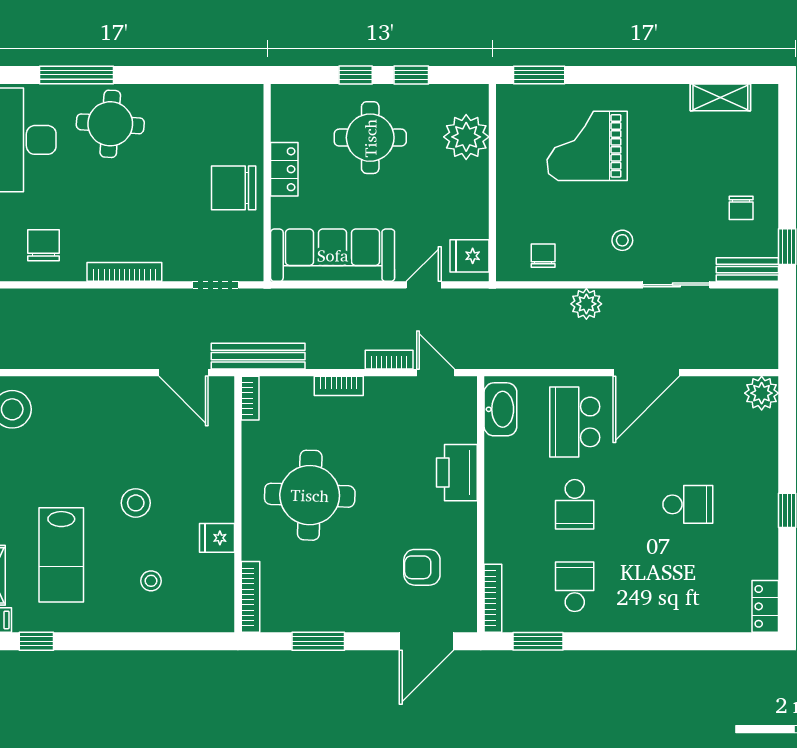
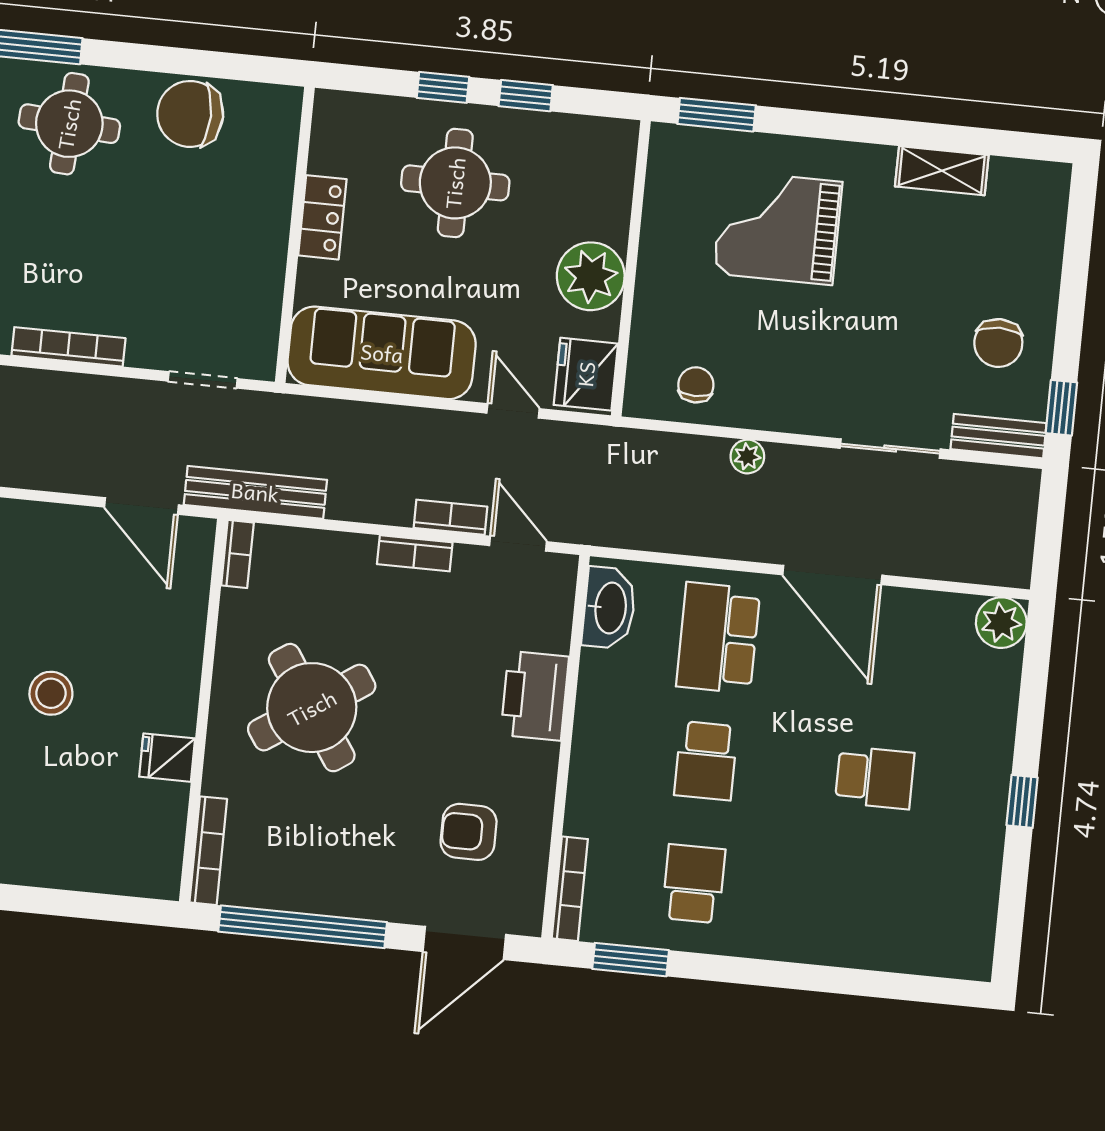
shelving: (720, 97) -> (942, 171), moved
plant: (466, 137) -> (591, 276), moved
chair: (234, 188) -> (190, 114), moved
chair: (741, 208) -> (998, 343), width x1.37, depth x1.37
stool: (622, 240) -> (816, 374), removed
fridge: (469, 256) -> (586, 374), width x1.38
door: (424, 285) -> (513, 411), hinge flipped
plant: (586, 304) -> (747, 456), width x0.73, depth x0.73
door: (646, 373) -> (832, 575), hinge flipped
bookcase: (339, 386) -> (415, 553), moved
round table: (310, 495) -> (312, 708), turned -36
stool: (151, 581) -> (62, 812), removed
locker: (765, 606) -> (975, 941), removed
window: (318, 641) -> (303, 927), width x2.11

